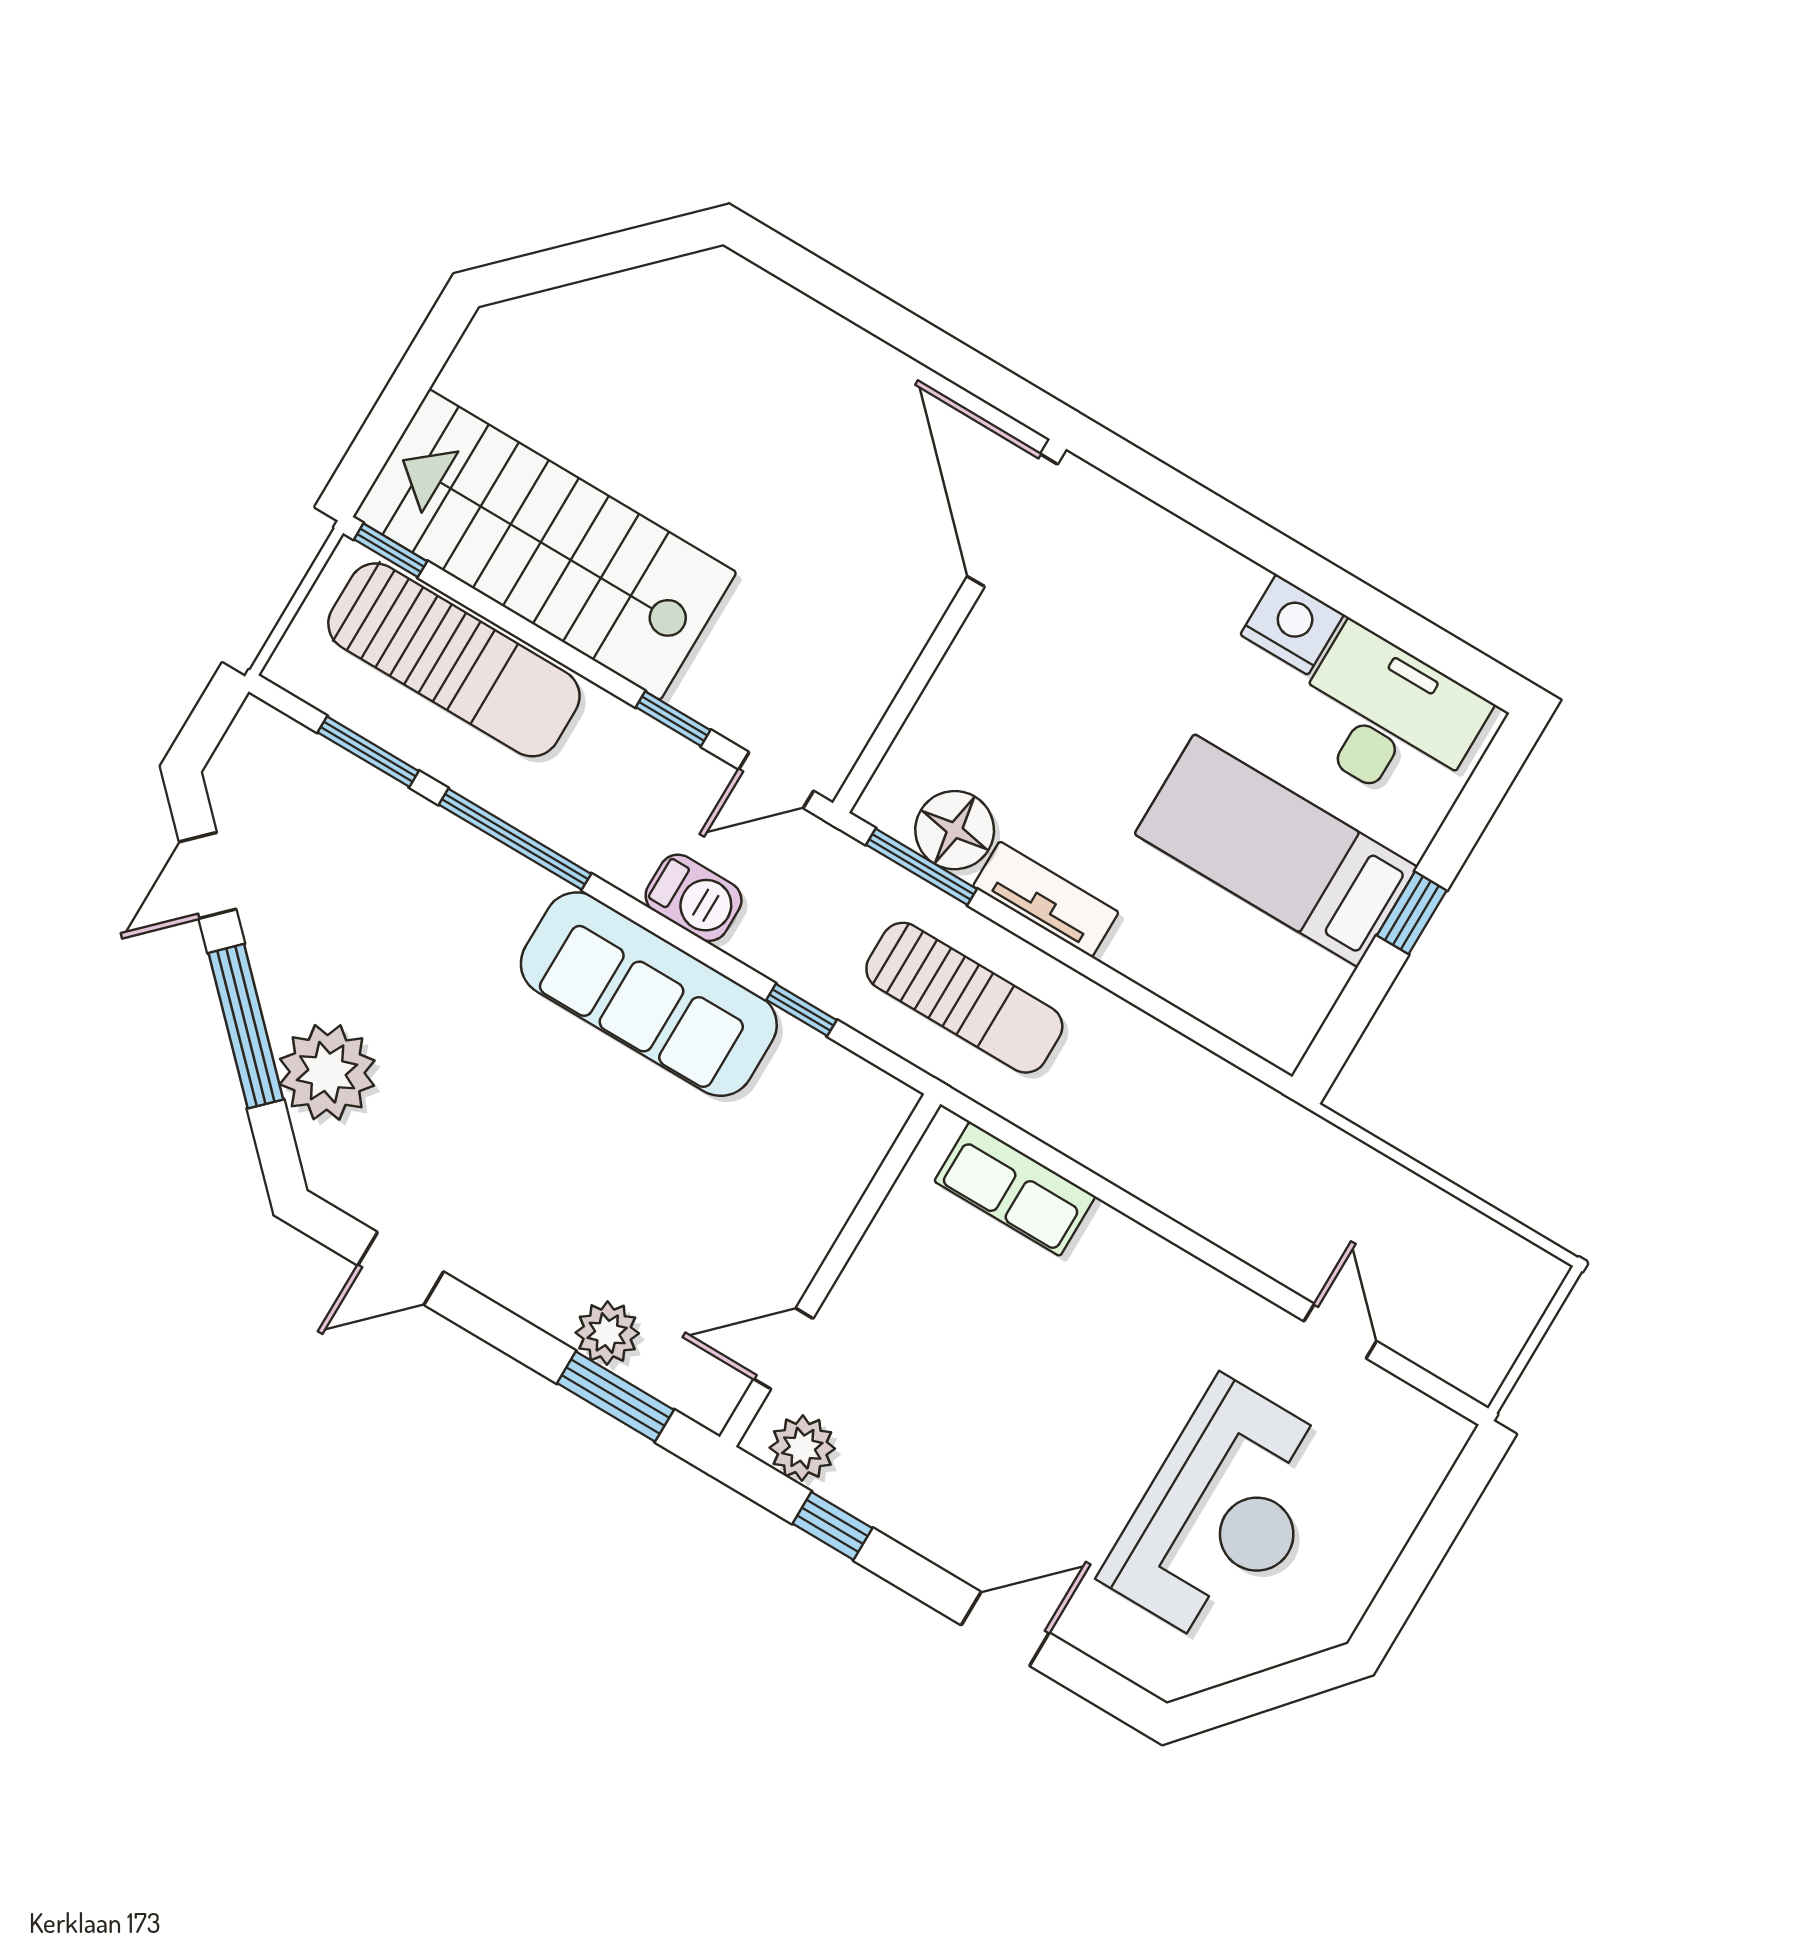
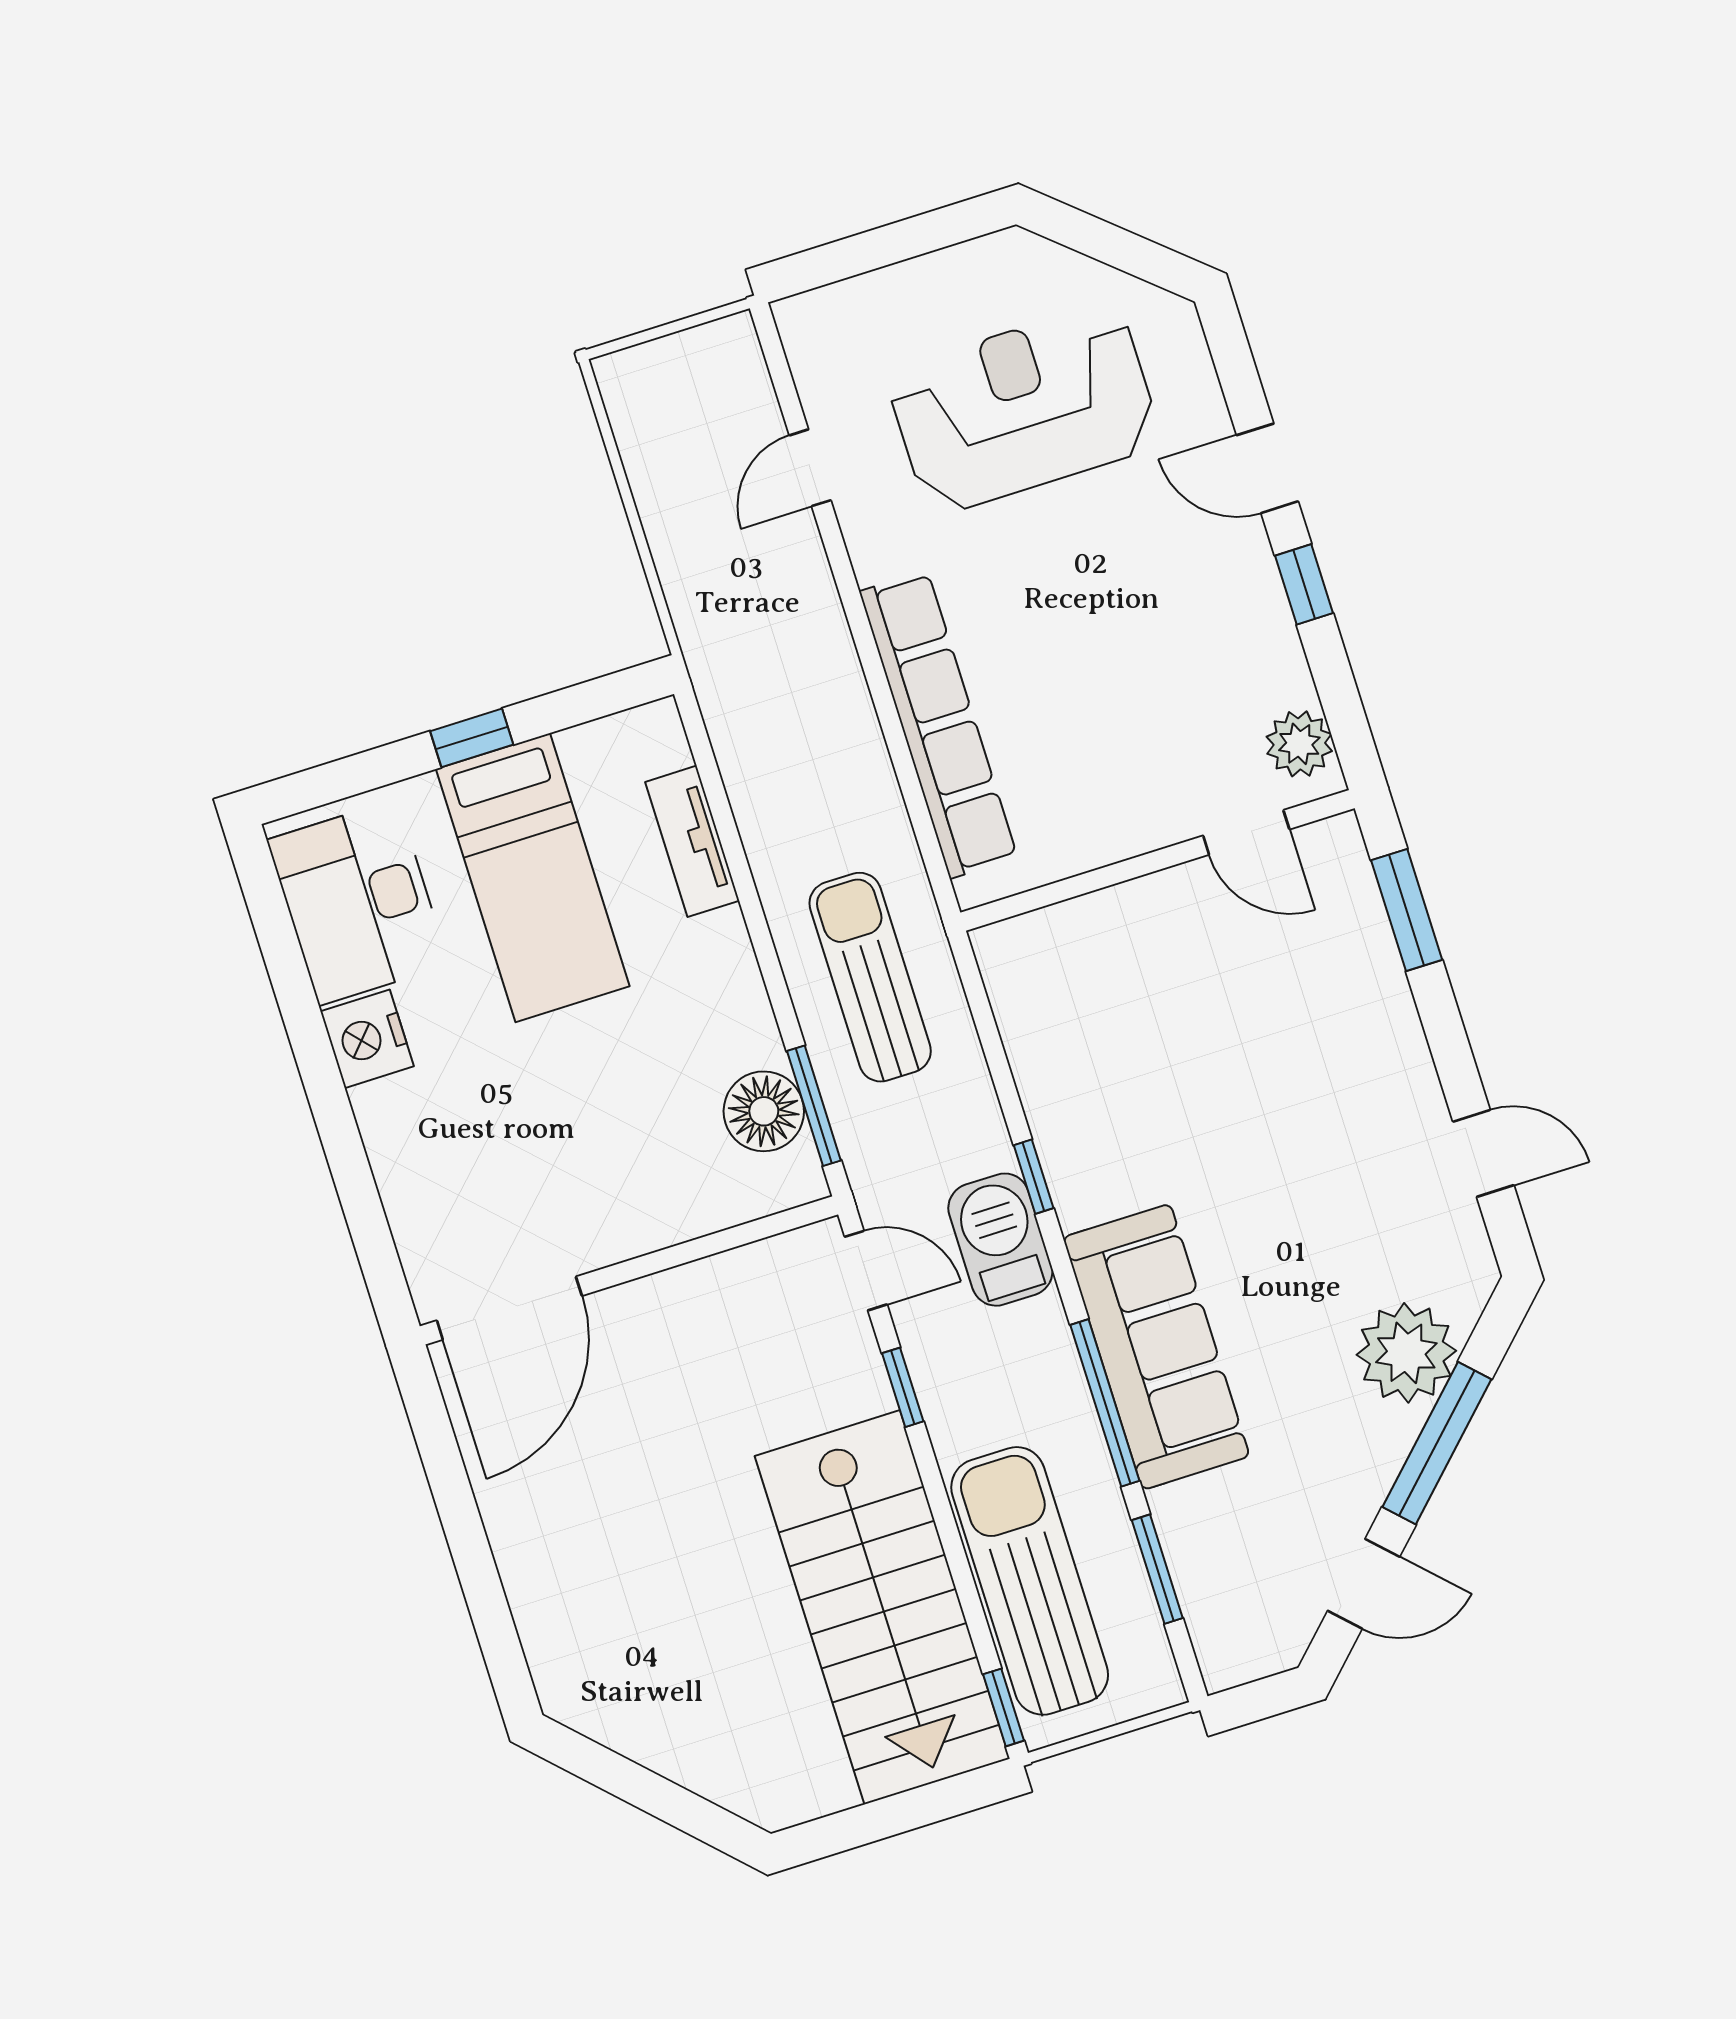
barbecue: (694, 898) -> (1000, 1240), width x1.38, depth x1.27
tv unit: (1046, 899) -> (692, 841), moved
sofa: (649, 994) -> (1156, 1347), moved
window: (802, 1010) -> (1034, 1177), moved
row of seats: (1015, 1189) -> (938, 724), width x2.02
plant: (607, 1333) -> (1370, 964), removed
window: (832, 1526) -> (1304, 584), moved

